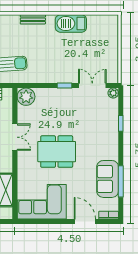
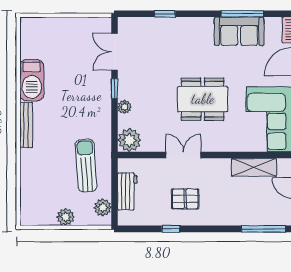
bench: (33, 19) -> (26, 125), width x1.36
plant: (113, 93) -> (125, 107), moved
dining table: (57, 152) -> (203, 99), turned 90

